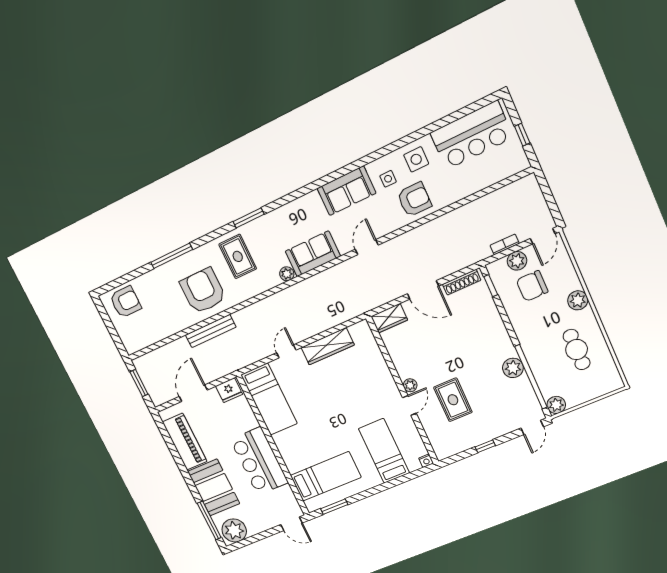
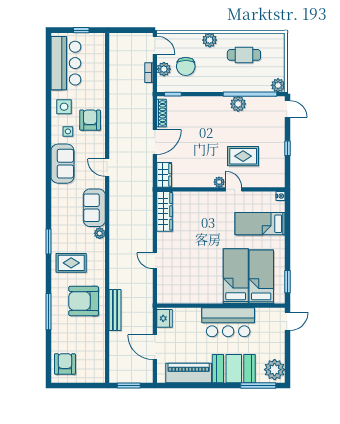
wardrobe: (328, 346) -> (164, 211), moved
bed: (269, 399) -> (236, 276), moved, turned -90

